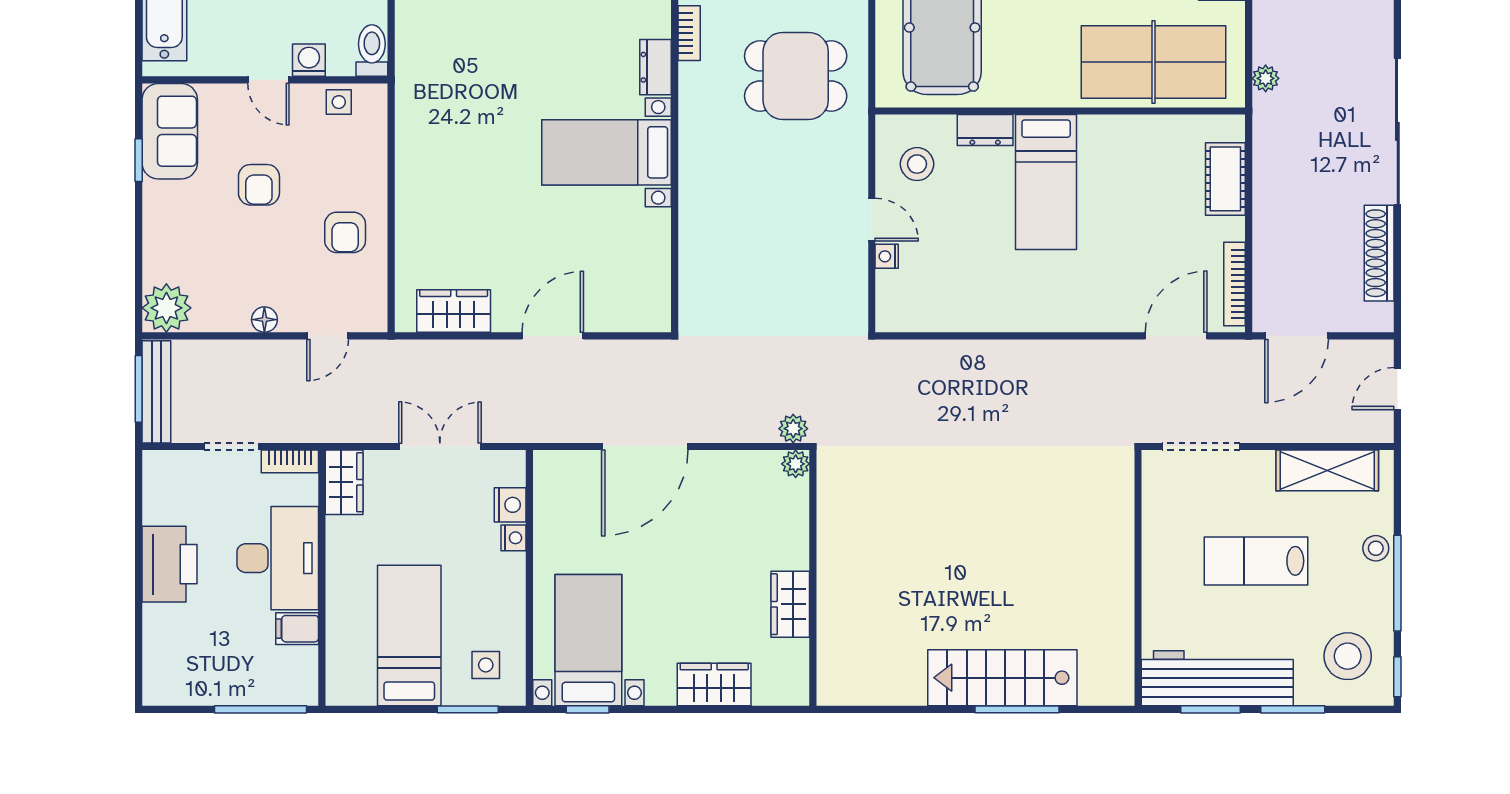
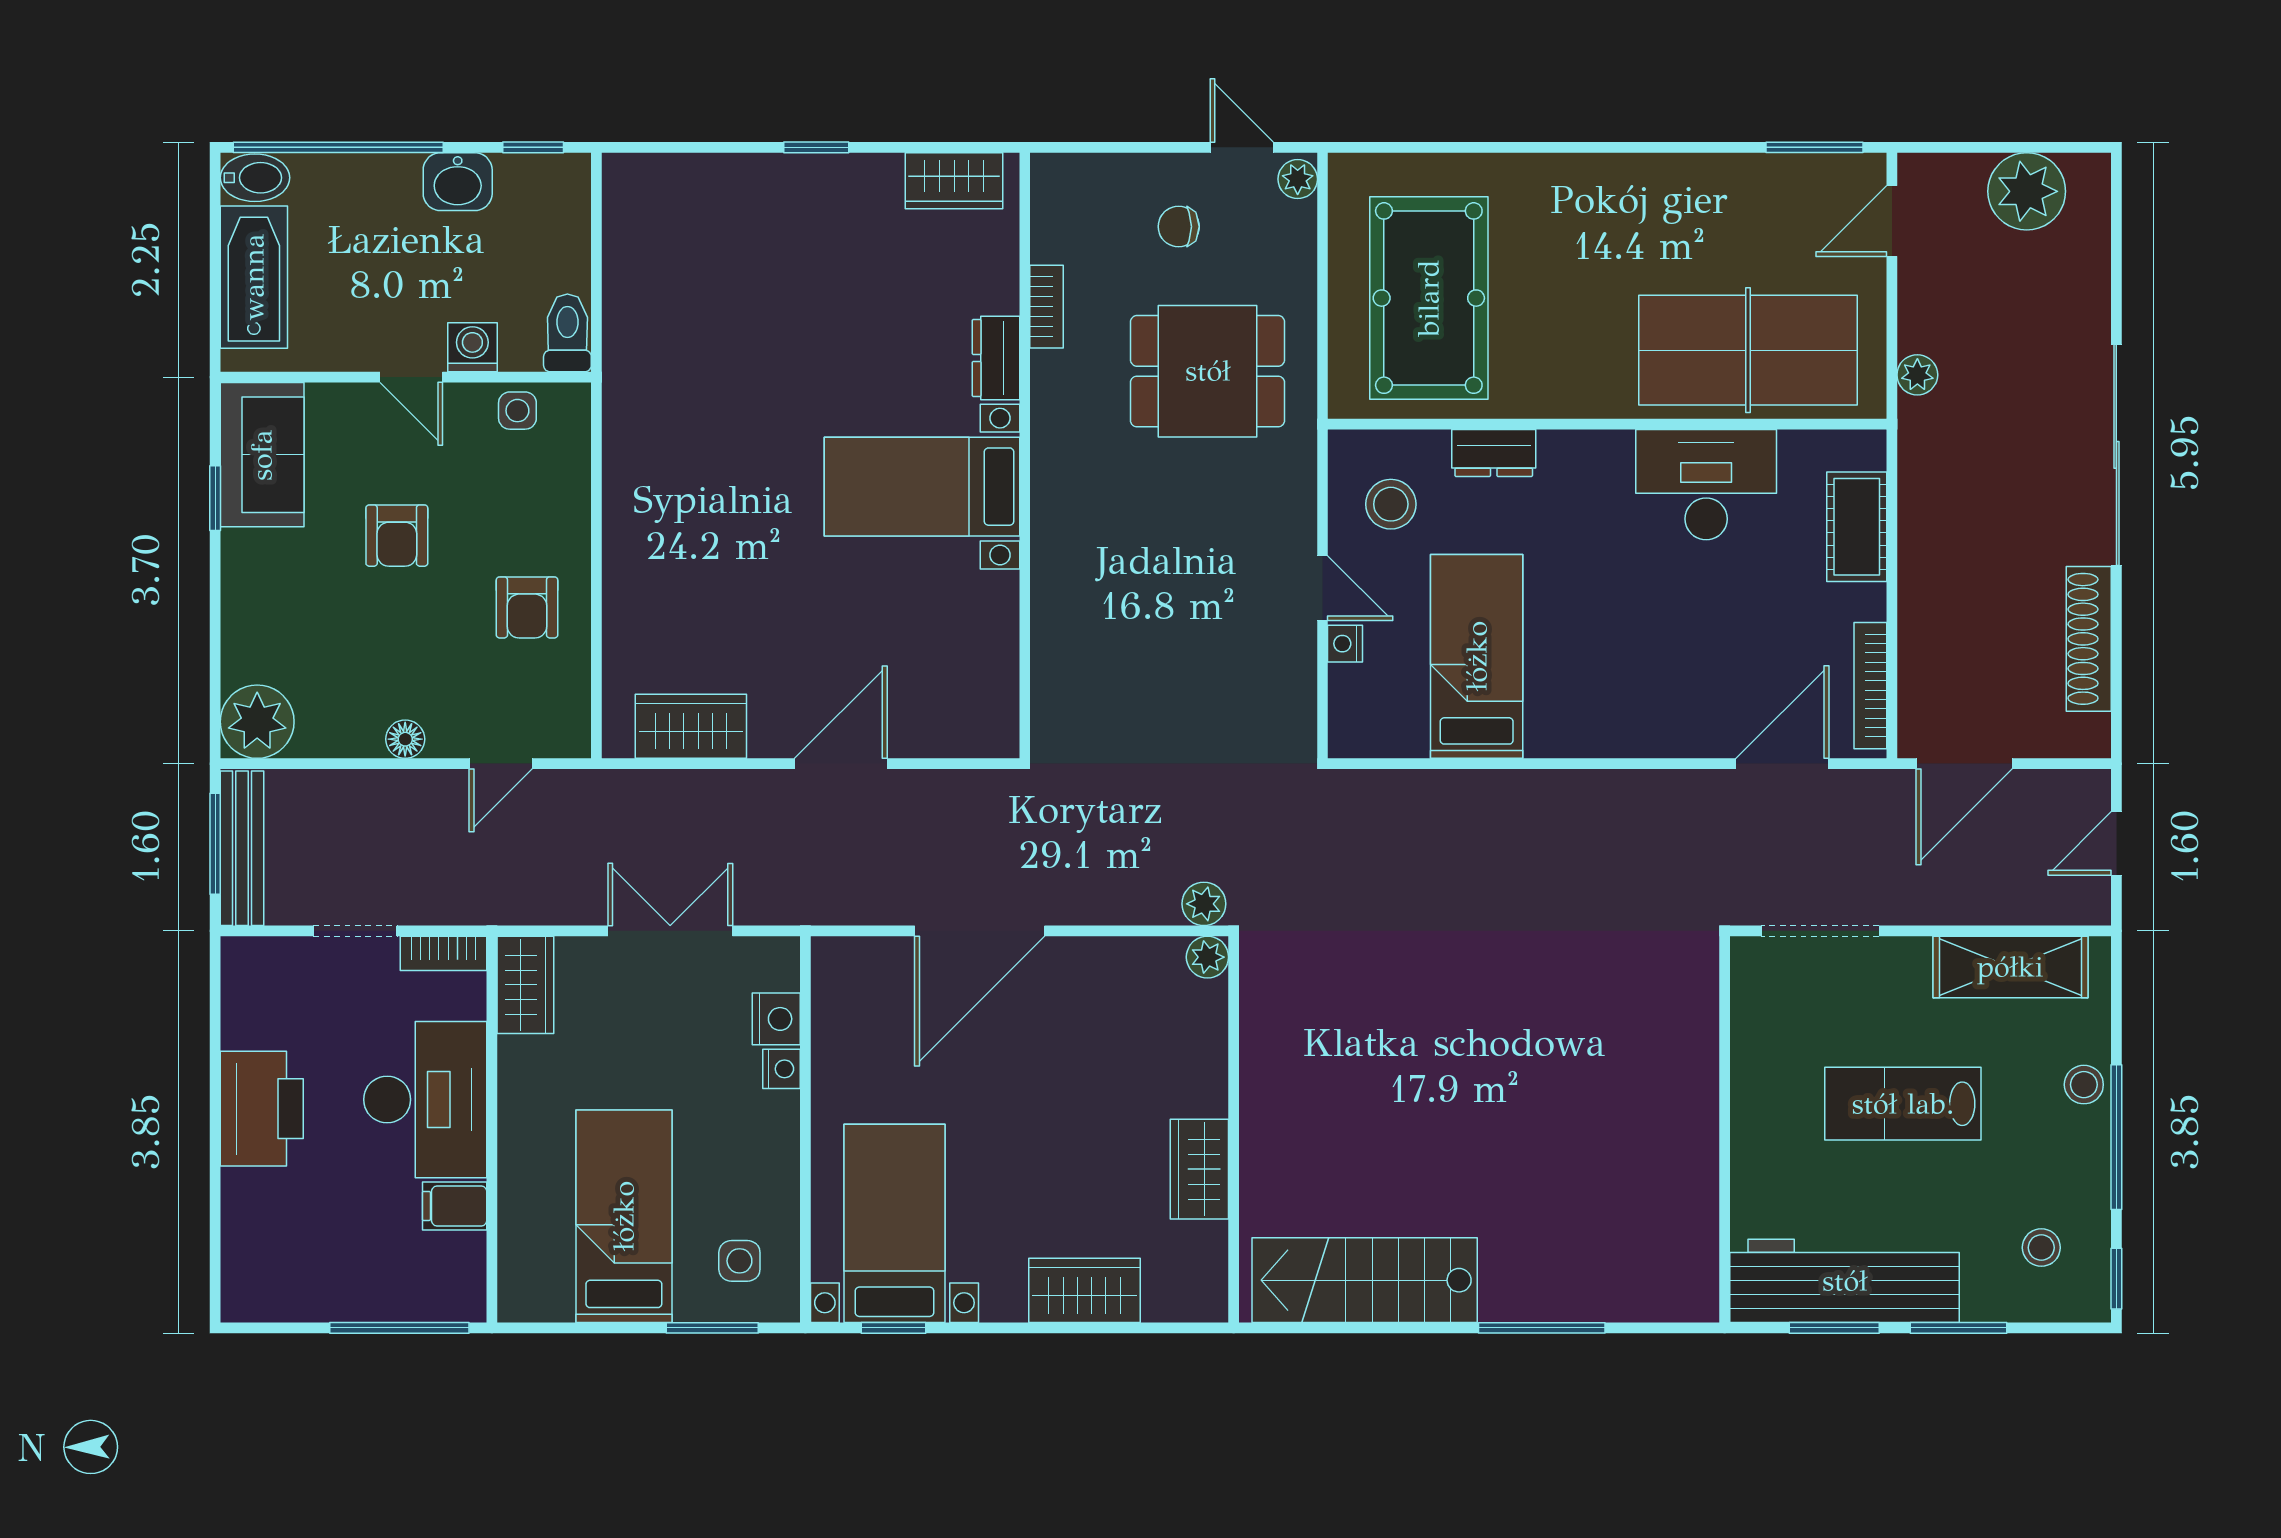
desk: (1126, 151) -> (1706, 485), added
bed: (1046, 182) -> (1477, 656), moved, turned 180
stool: (1348, 656) -> (2041, 1248), width x0.53, depth x0.53
stairs: (1002, 678) -> (1365, 1280), moved

